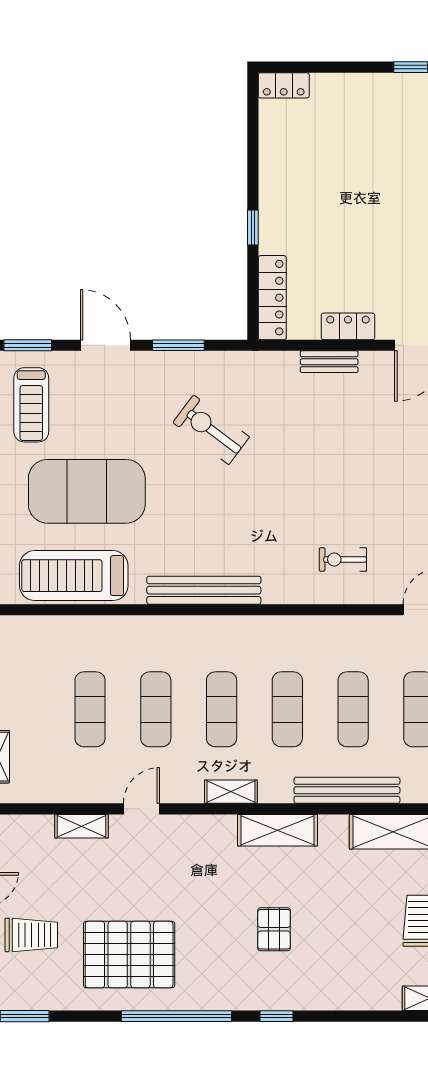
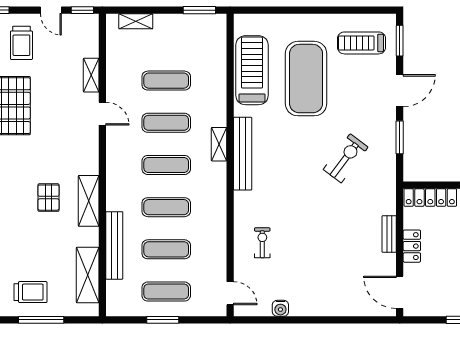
shelving: (231, 792) -> (219, 144), moved
pallet: (274, 929) -> (48, 198), moved, turned 90

